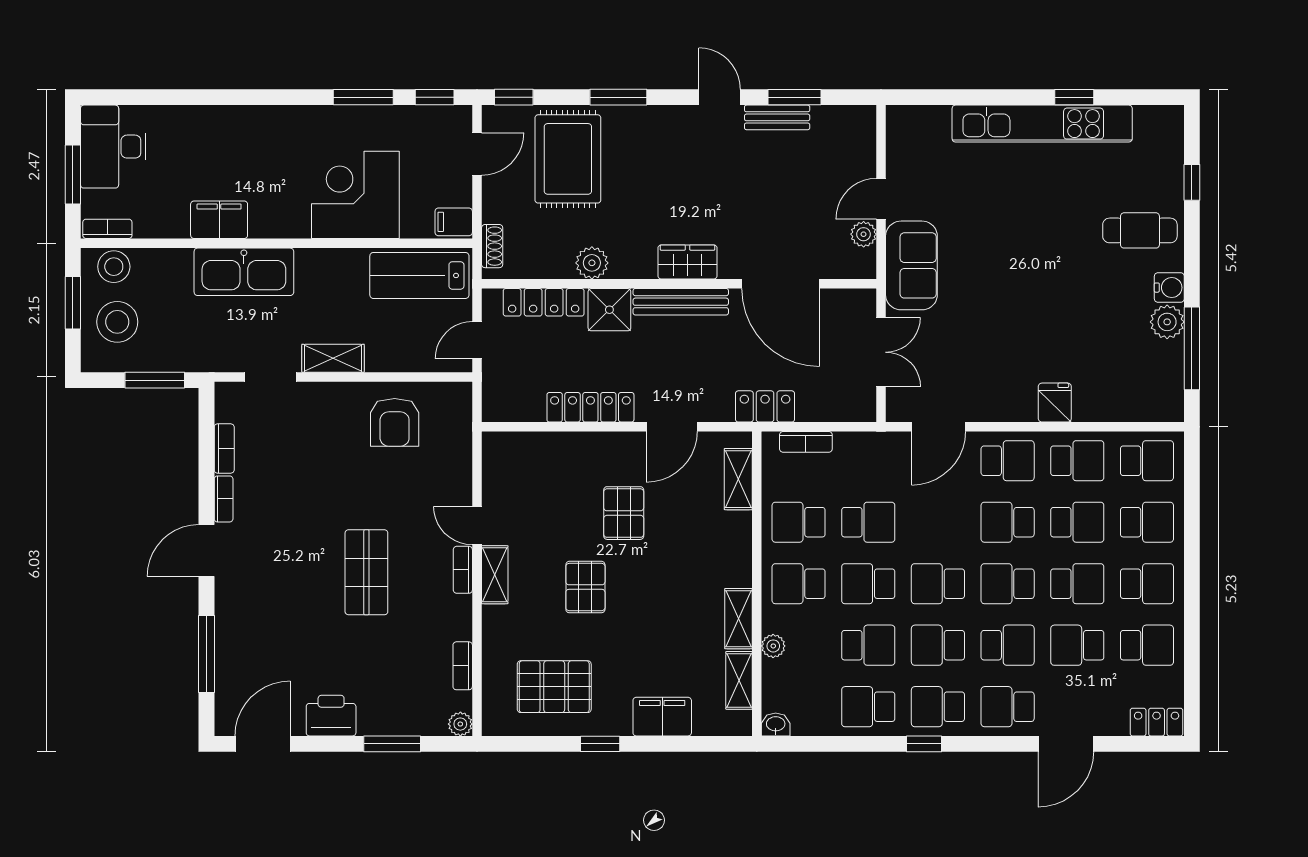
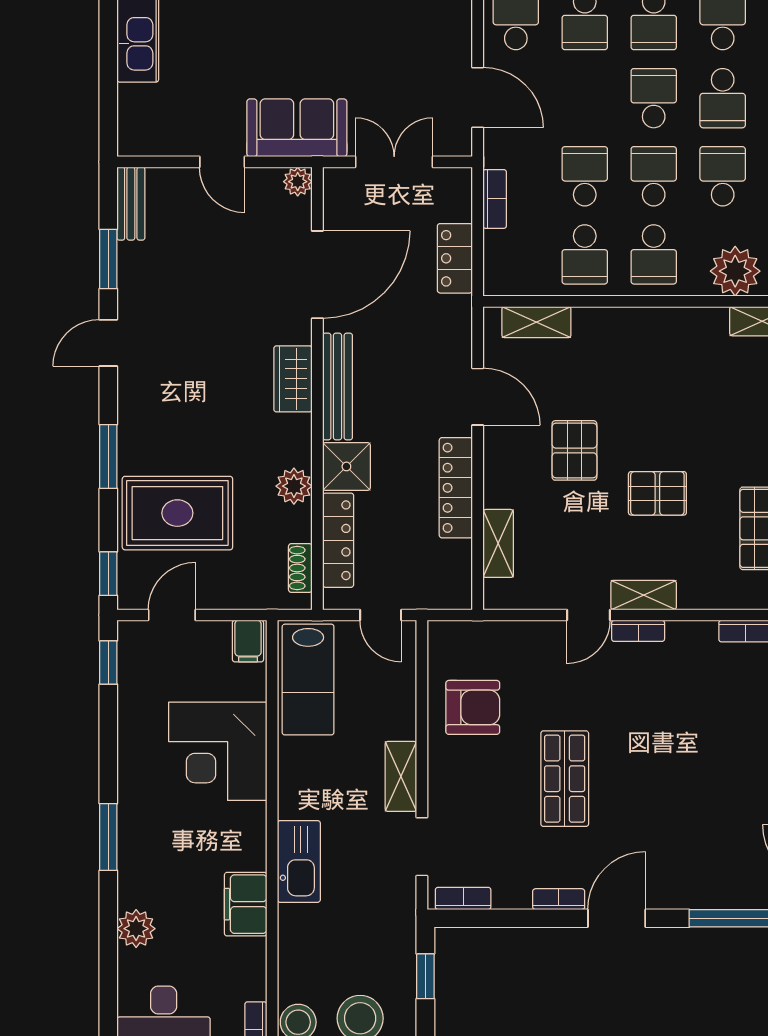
window: (363, 97) -> (108, 837), moved
bench: (777, 117) -> (131, 204), moved
plant: (197, 122) -> (136, 929), added
door: (477, 154) -> (172, 615), hinge flipped
plant: (864, 234) -> (298, 182), moved
shoe rack: (492, 246) -> (300, 568), moved, turned -90
kitchen sink: (244, 272) -> (299, 861), width x0.73, depth x0.81
window: (155, 380) -> (425, 976), width x0.67
locker: (765, 406) -> (455, 258), moved
bookcase: (806, 442) -> (495, 199), moved
bookcase: (224, 448) -> (463, 898), moved
pallet: (624, 513) -> (574, 450), turned 90
door: (206, 551) -> (617, 918), swing flipped
shop shelf: (366, 572) -> (565, 779), moved, turned 90
school desk: (868, 584) -> (654, 176), turned 180
school desk: (938, 584) -> (654, 98), turned 180
shelving: (738, 619) -> (498, 543), moved, turned 90
plant: (773, 646) -> (735, 271), width x1.88, depth x1.88

